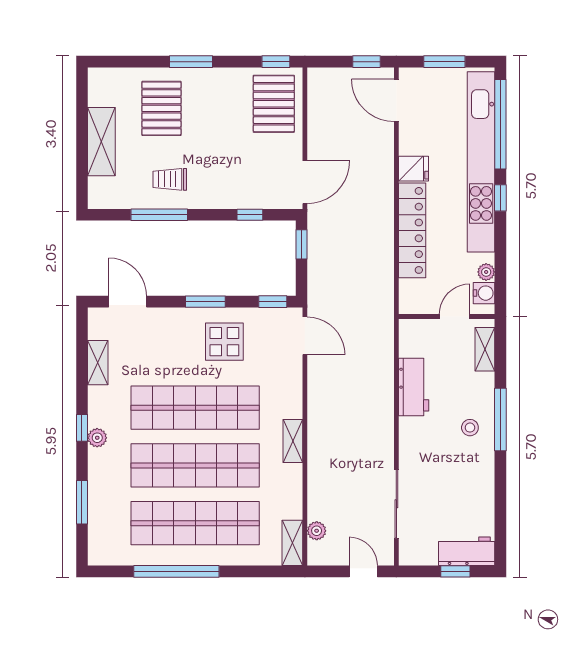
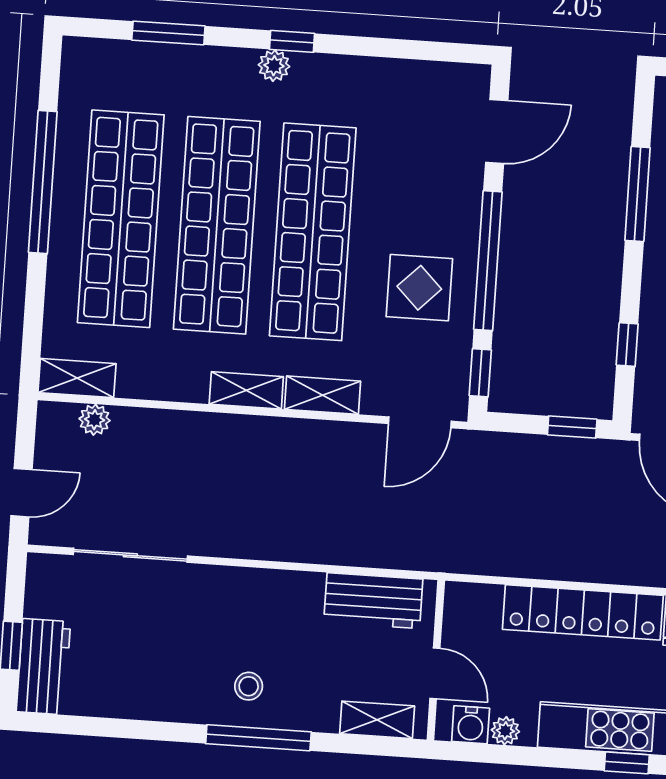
window: (205, 302) -> (488, 261), width x2.11
shelving: (98, 363) -> (322, 395), moved
workbench: (414, 387) -> (373, 601), moved

